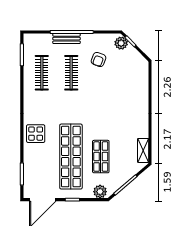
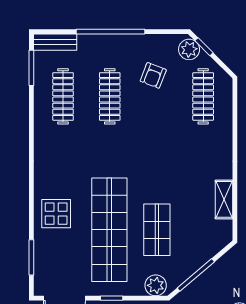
bench: (66, 39) -> (55, 42), moved
clothes rail: (130, 73) -> (203, 96), added
display table: (36, 134) -> (56, 214), moved
shelving: (143, 150) -> (224, 199), moved

